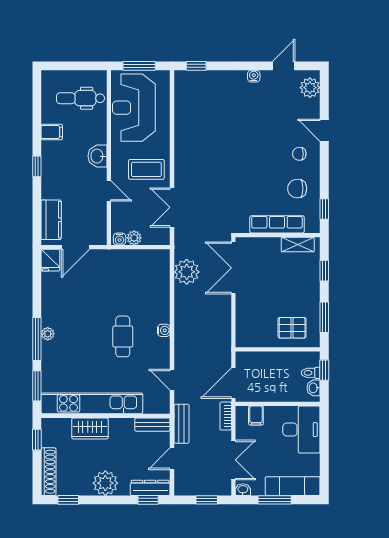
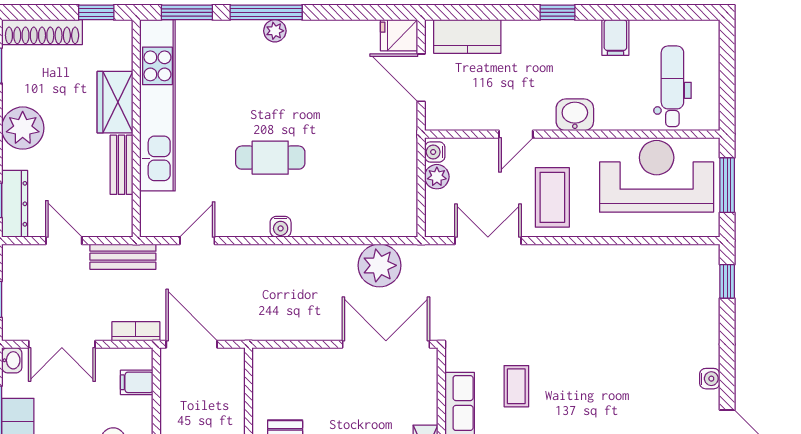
coffee table: (258, 191) -> (516, 386), added
bench: (152, 425) -> (122, 165), moved

